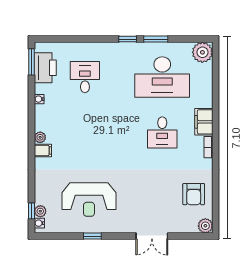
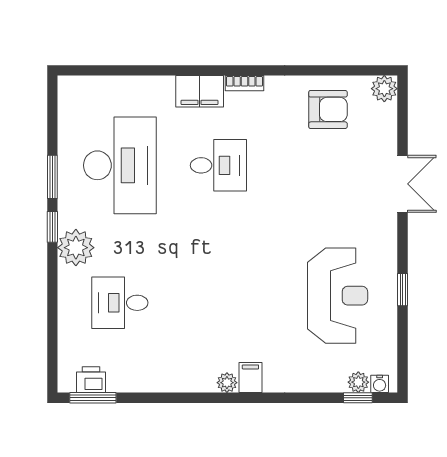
plant: (202, 52) -> (76, 248), moved
printer: (45, 68) -> (91, 380), width x0.53, depth x0.68
water cooler: (39, 99) -> (159, 384), removed

